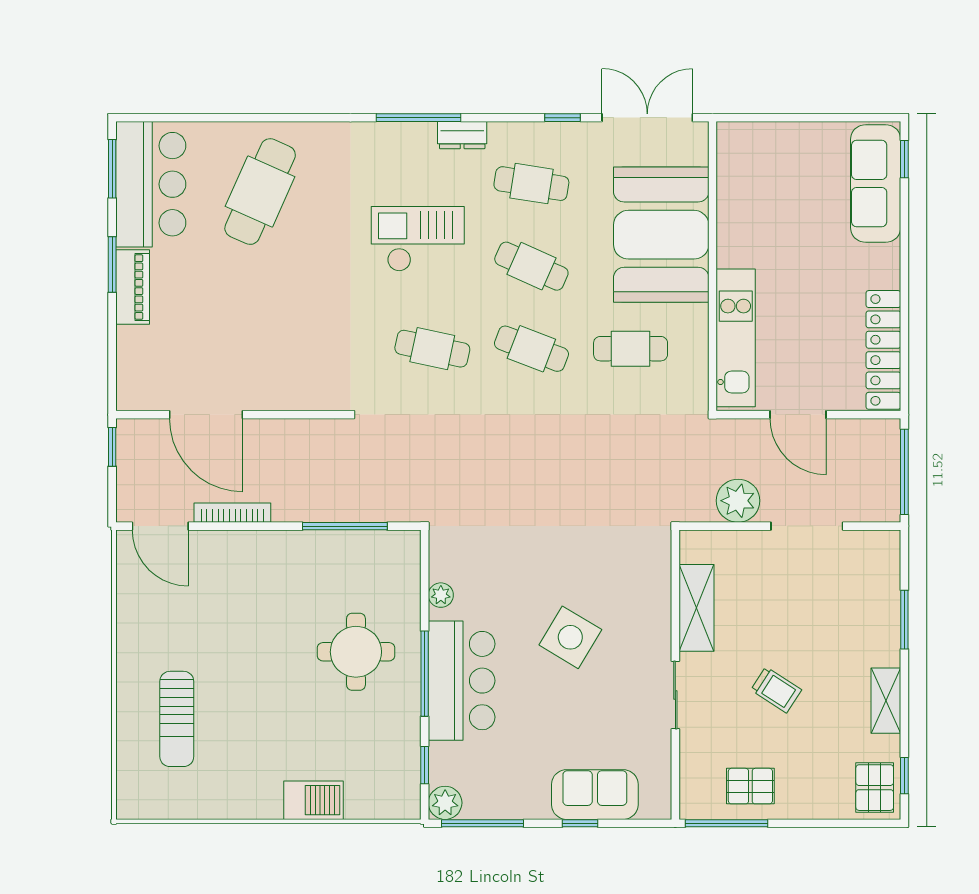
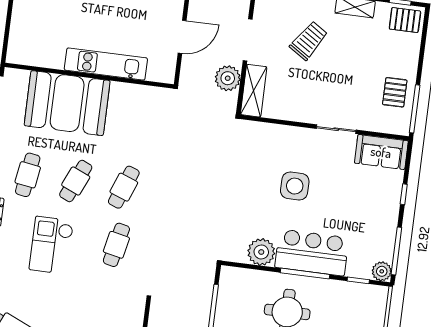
kitchen unit: (736, 338) -> (106, 64), moved
cafe table: (631, 349) -> (131, 129), removed
plant: (441, 595) -> (261, 252), width x1.87, depth x1.87
shelving: (696, 608) -> (254, 91), moved, turned 90
side table: (570, 637) -> (295, 186), turned -31
trolley: (776, 690) -> (309, 41), moved, width x1.36, depth x1.39
sofa: (595, 795) -> (381, 152), moved, turned -90

